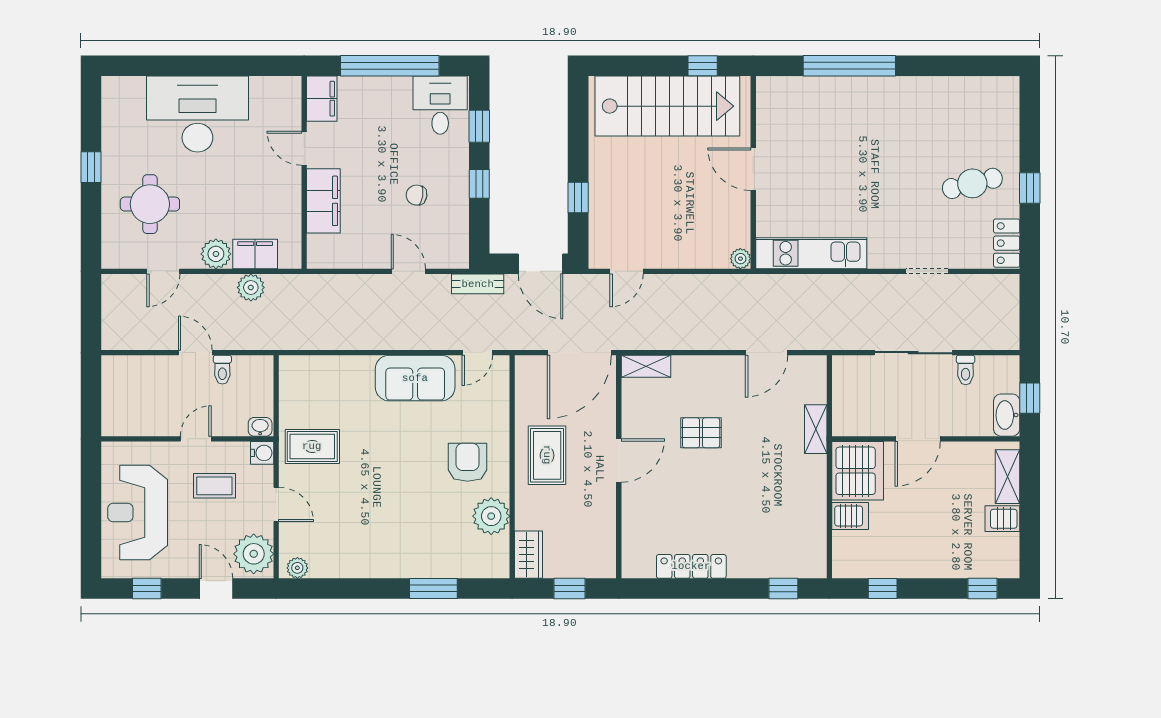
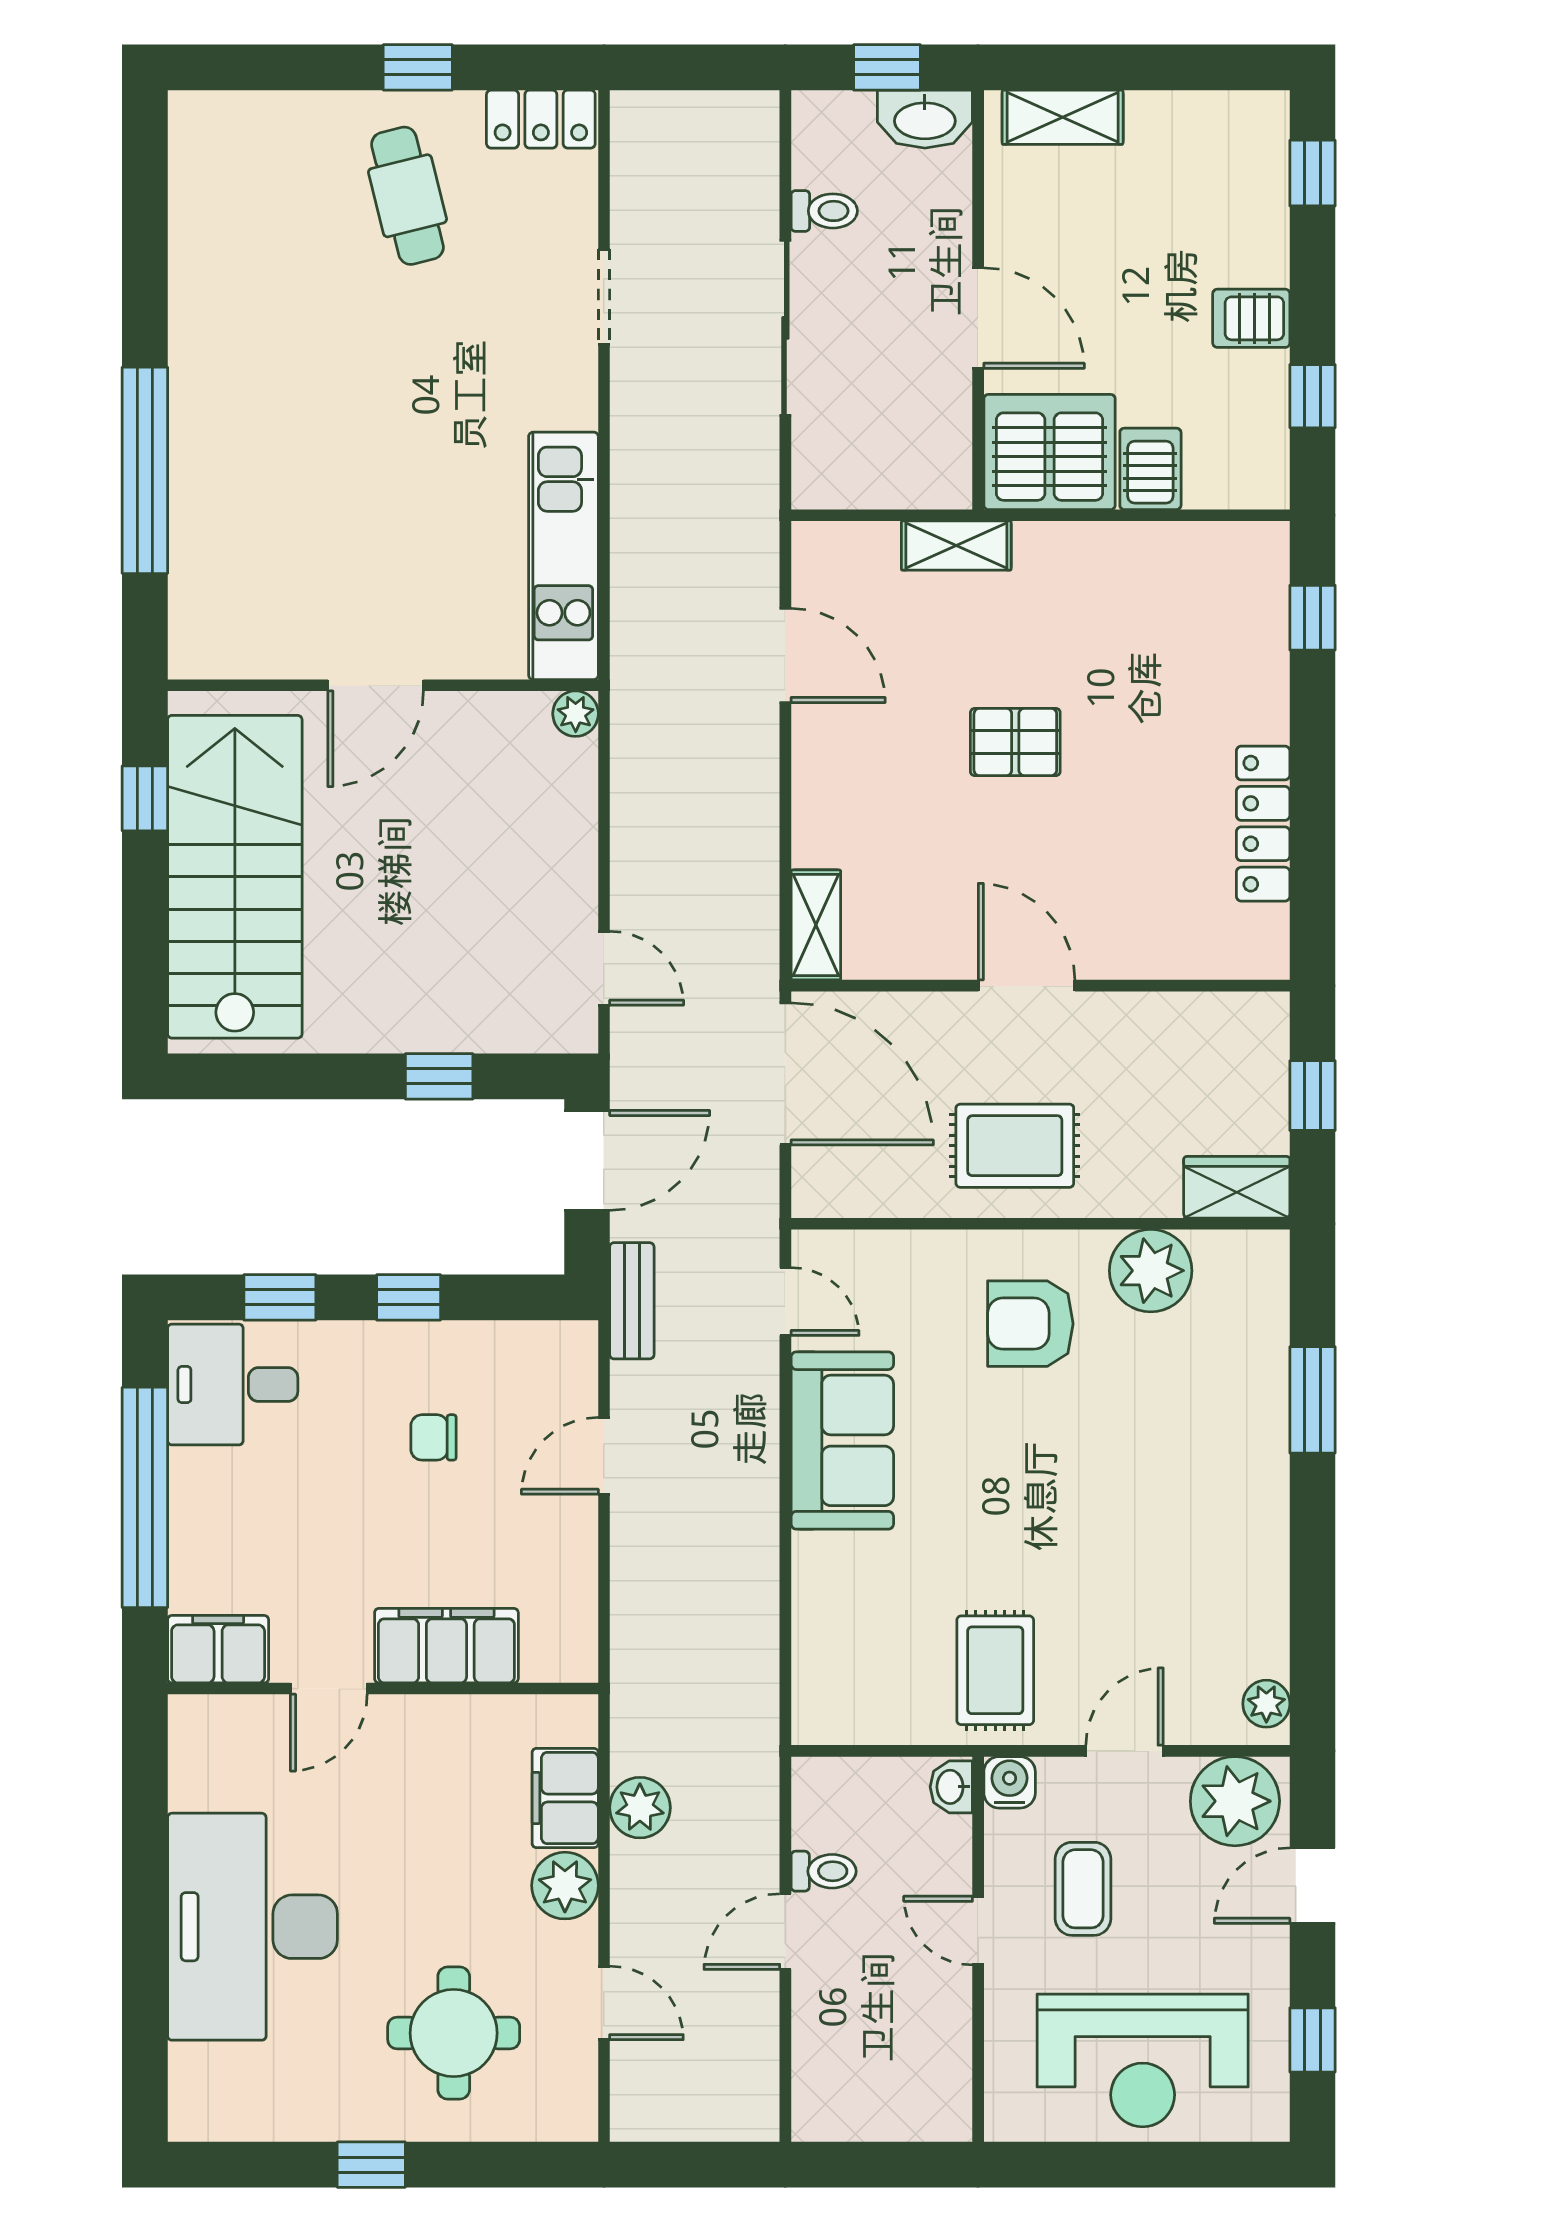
chair: (417, 195) -> (434, 1437), turned 81
pallet: (701, 433) -> (1015, 742), moved, turned 90
server rack: (1002, 519) -> (1251, 318), moved, turned 90

